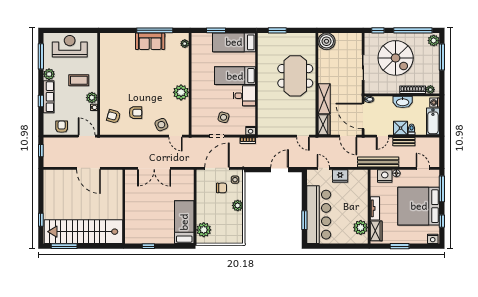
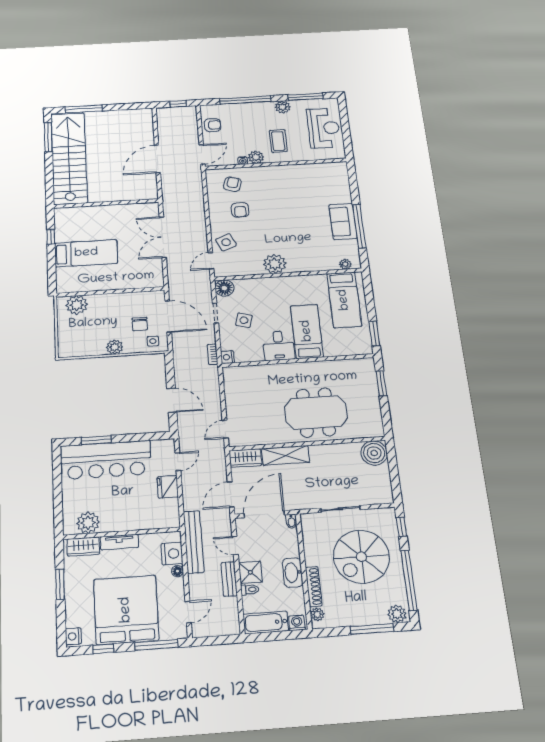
window: (216, 30) -> (374, 333), moved
bed: (234, 42) -> (344, 300), moved, turned 180
row of seats: (49, 97) -> (252, 108), removed
window: (41, 101) -> (245, 100), width x3.17
floor lamp: (198, 129) -> (224, 288), added
window: (41, 220) -> (84, 109), width x2.17
bed: (184, 222) -> (86, 253), moved

